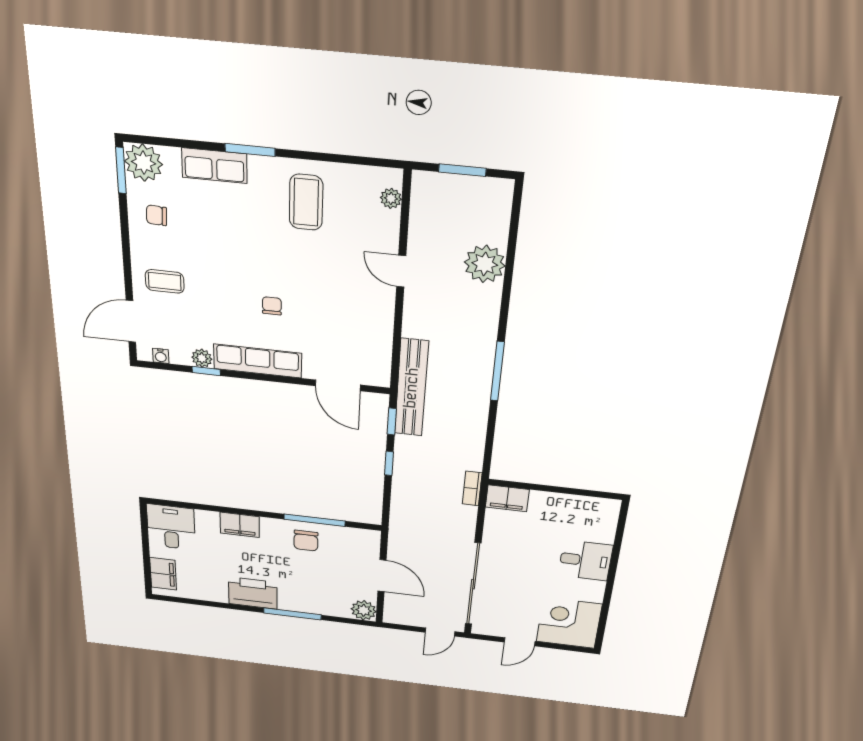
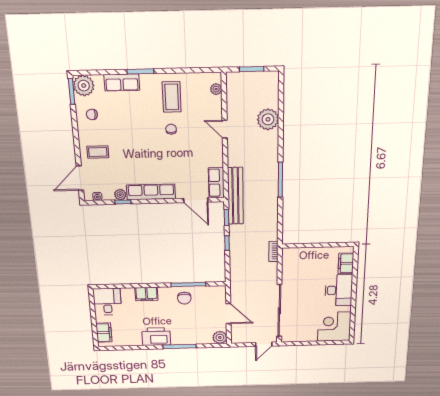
chair: (272, 306) -> (171, 129), moved
row of seats: (378, 361) -> (216, 183), added
filing cabinet: (507, 498) -> (346, 263), moved, turned 90
desk: (585, 560) -> (339, 290), width x1.37
door: (520, 642) -> (308, 343), removed

